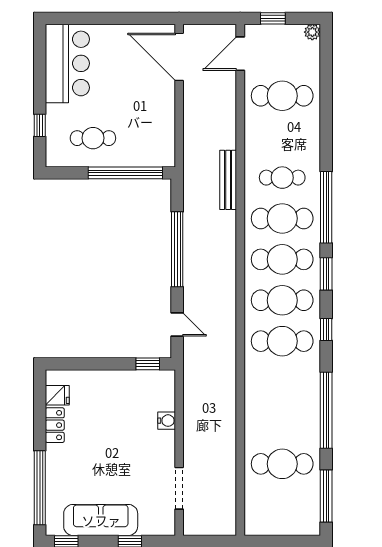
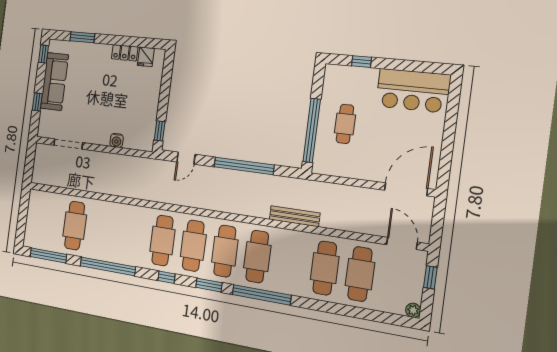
cafe table: (93, 138) -> (345, 124), moved
cafe table: (282, 178) -> (325, 268), moved, width x1.37, depth x1.35
window: (40, 488) -> (82, 37), width x0.47

